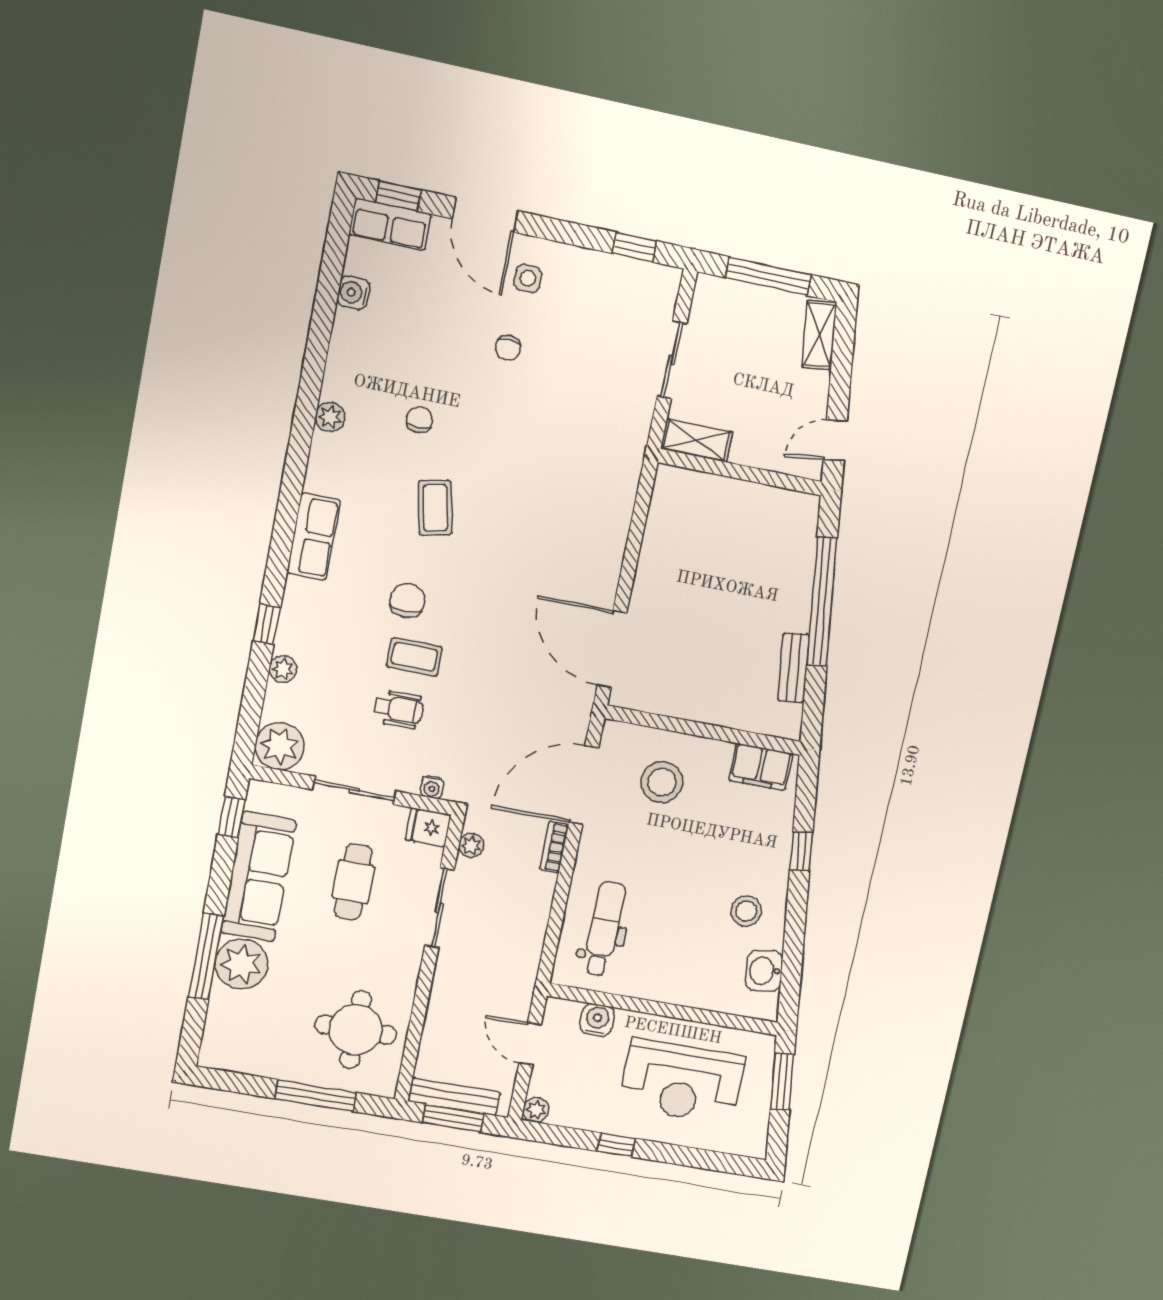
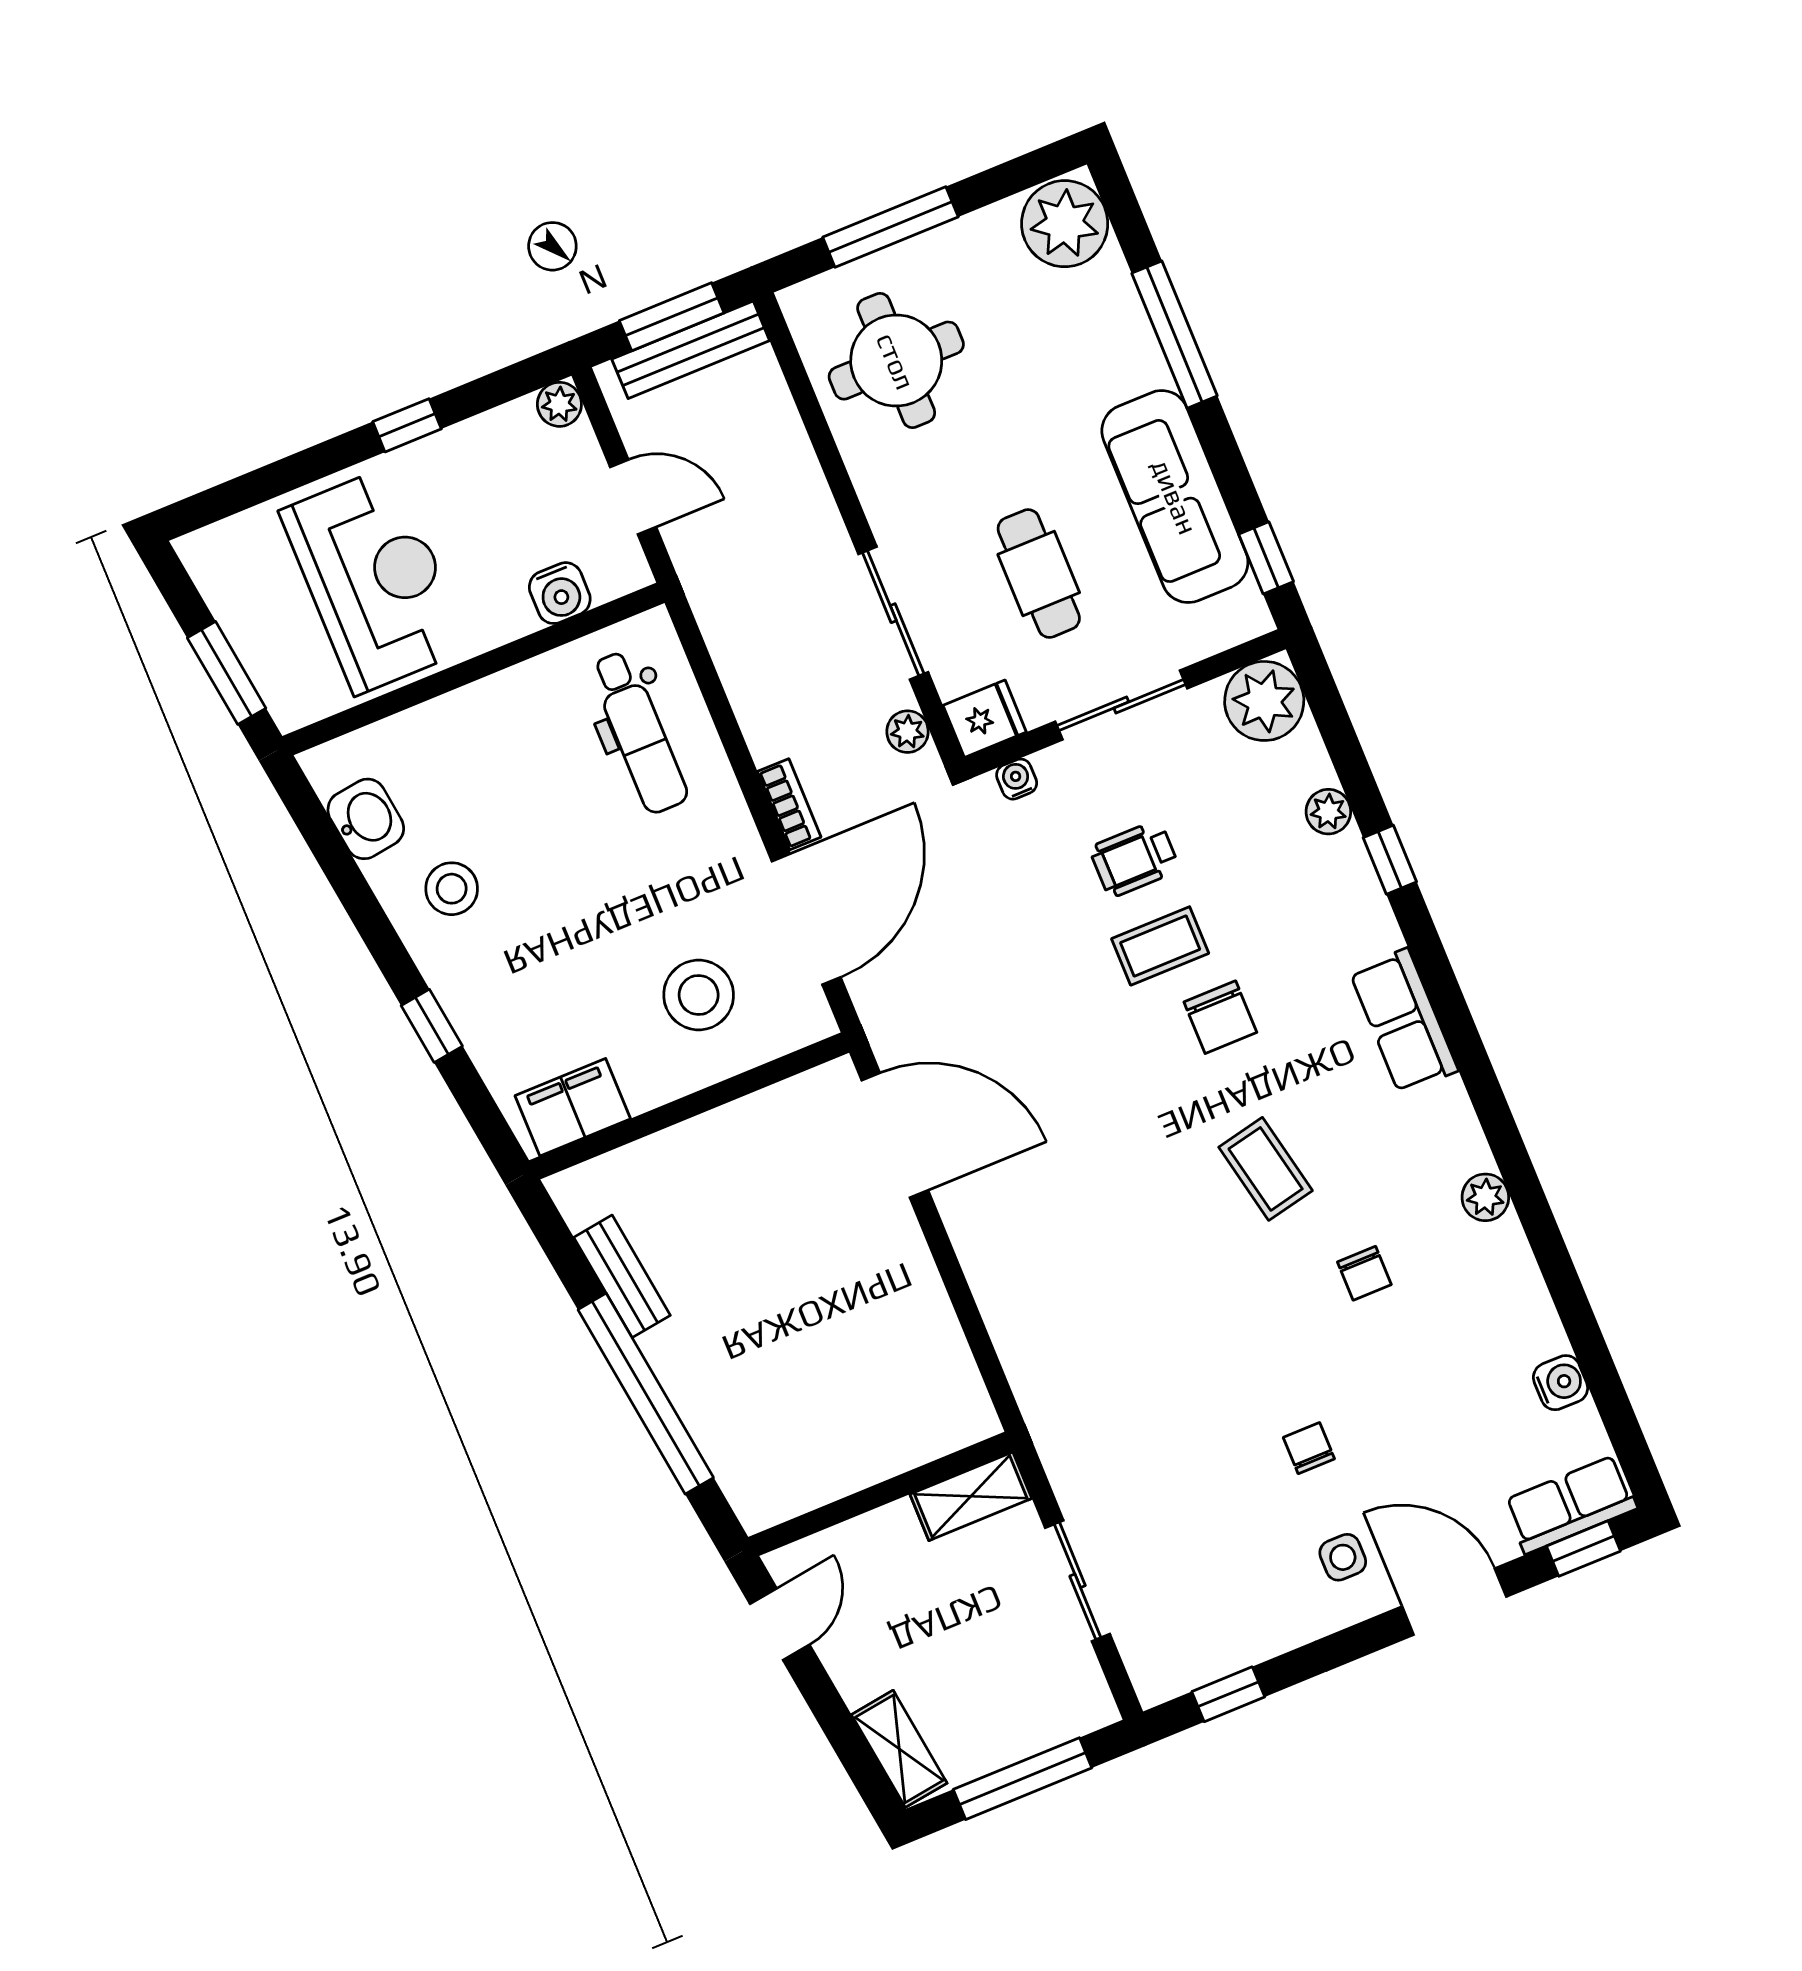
plant: (241, 964) -> (1065, 224), moved
reception desk: (682, 1082) -> (374, 580), turned 90

